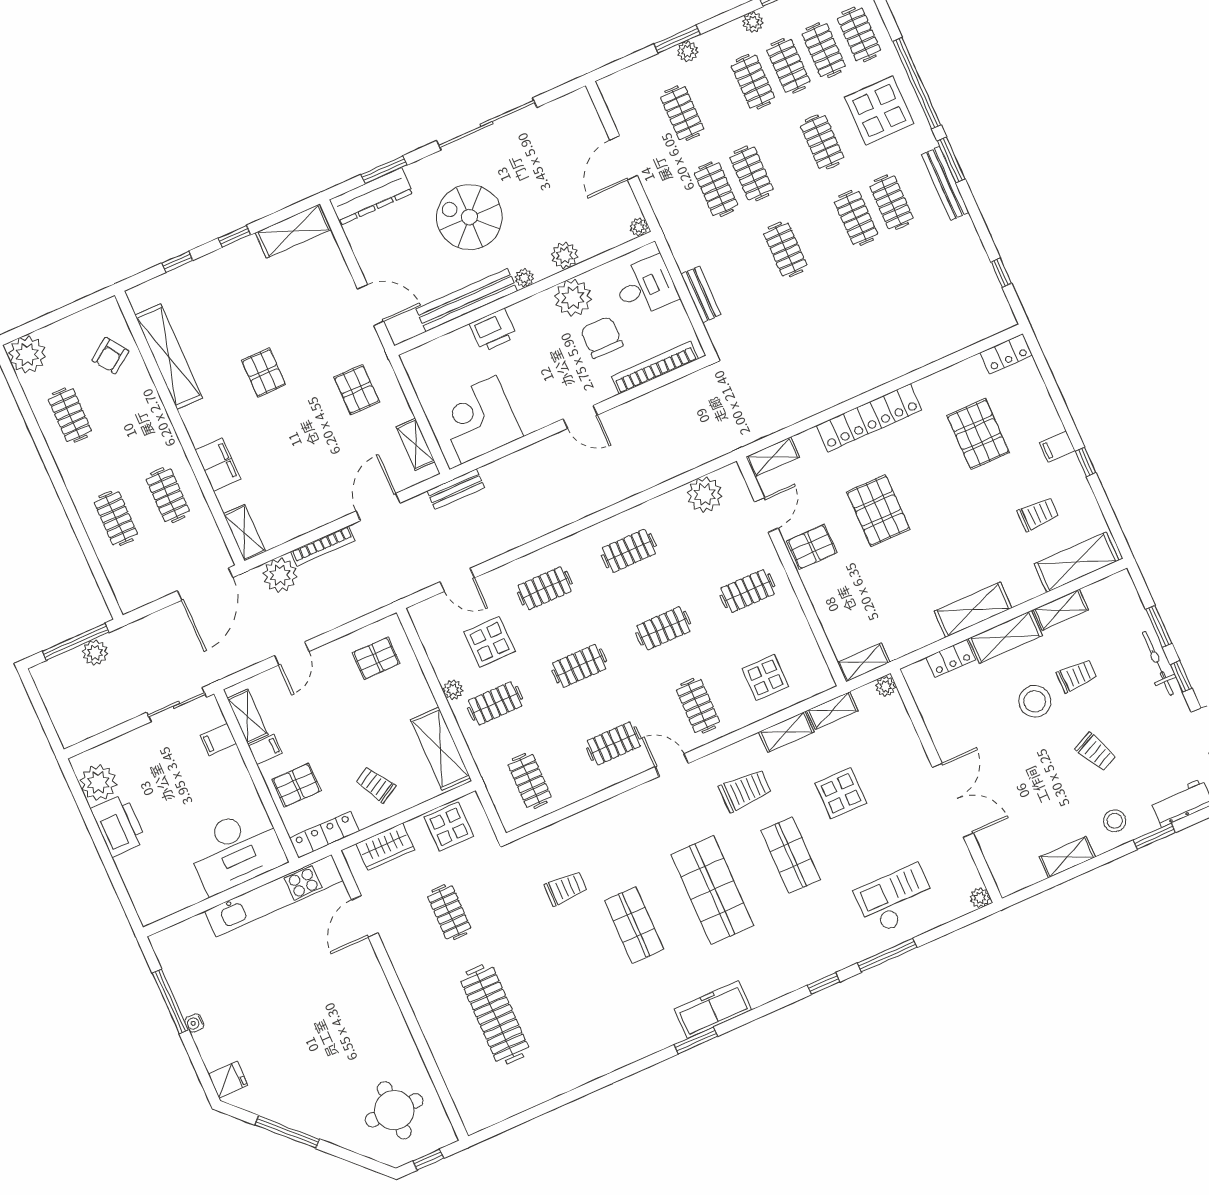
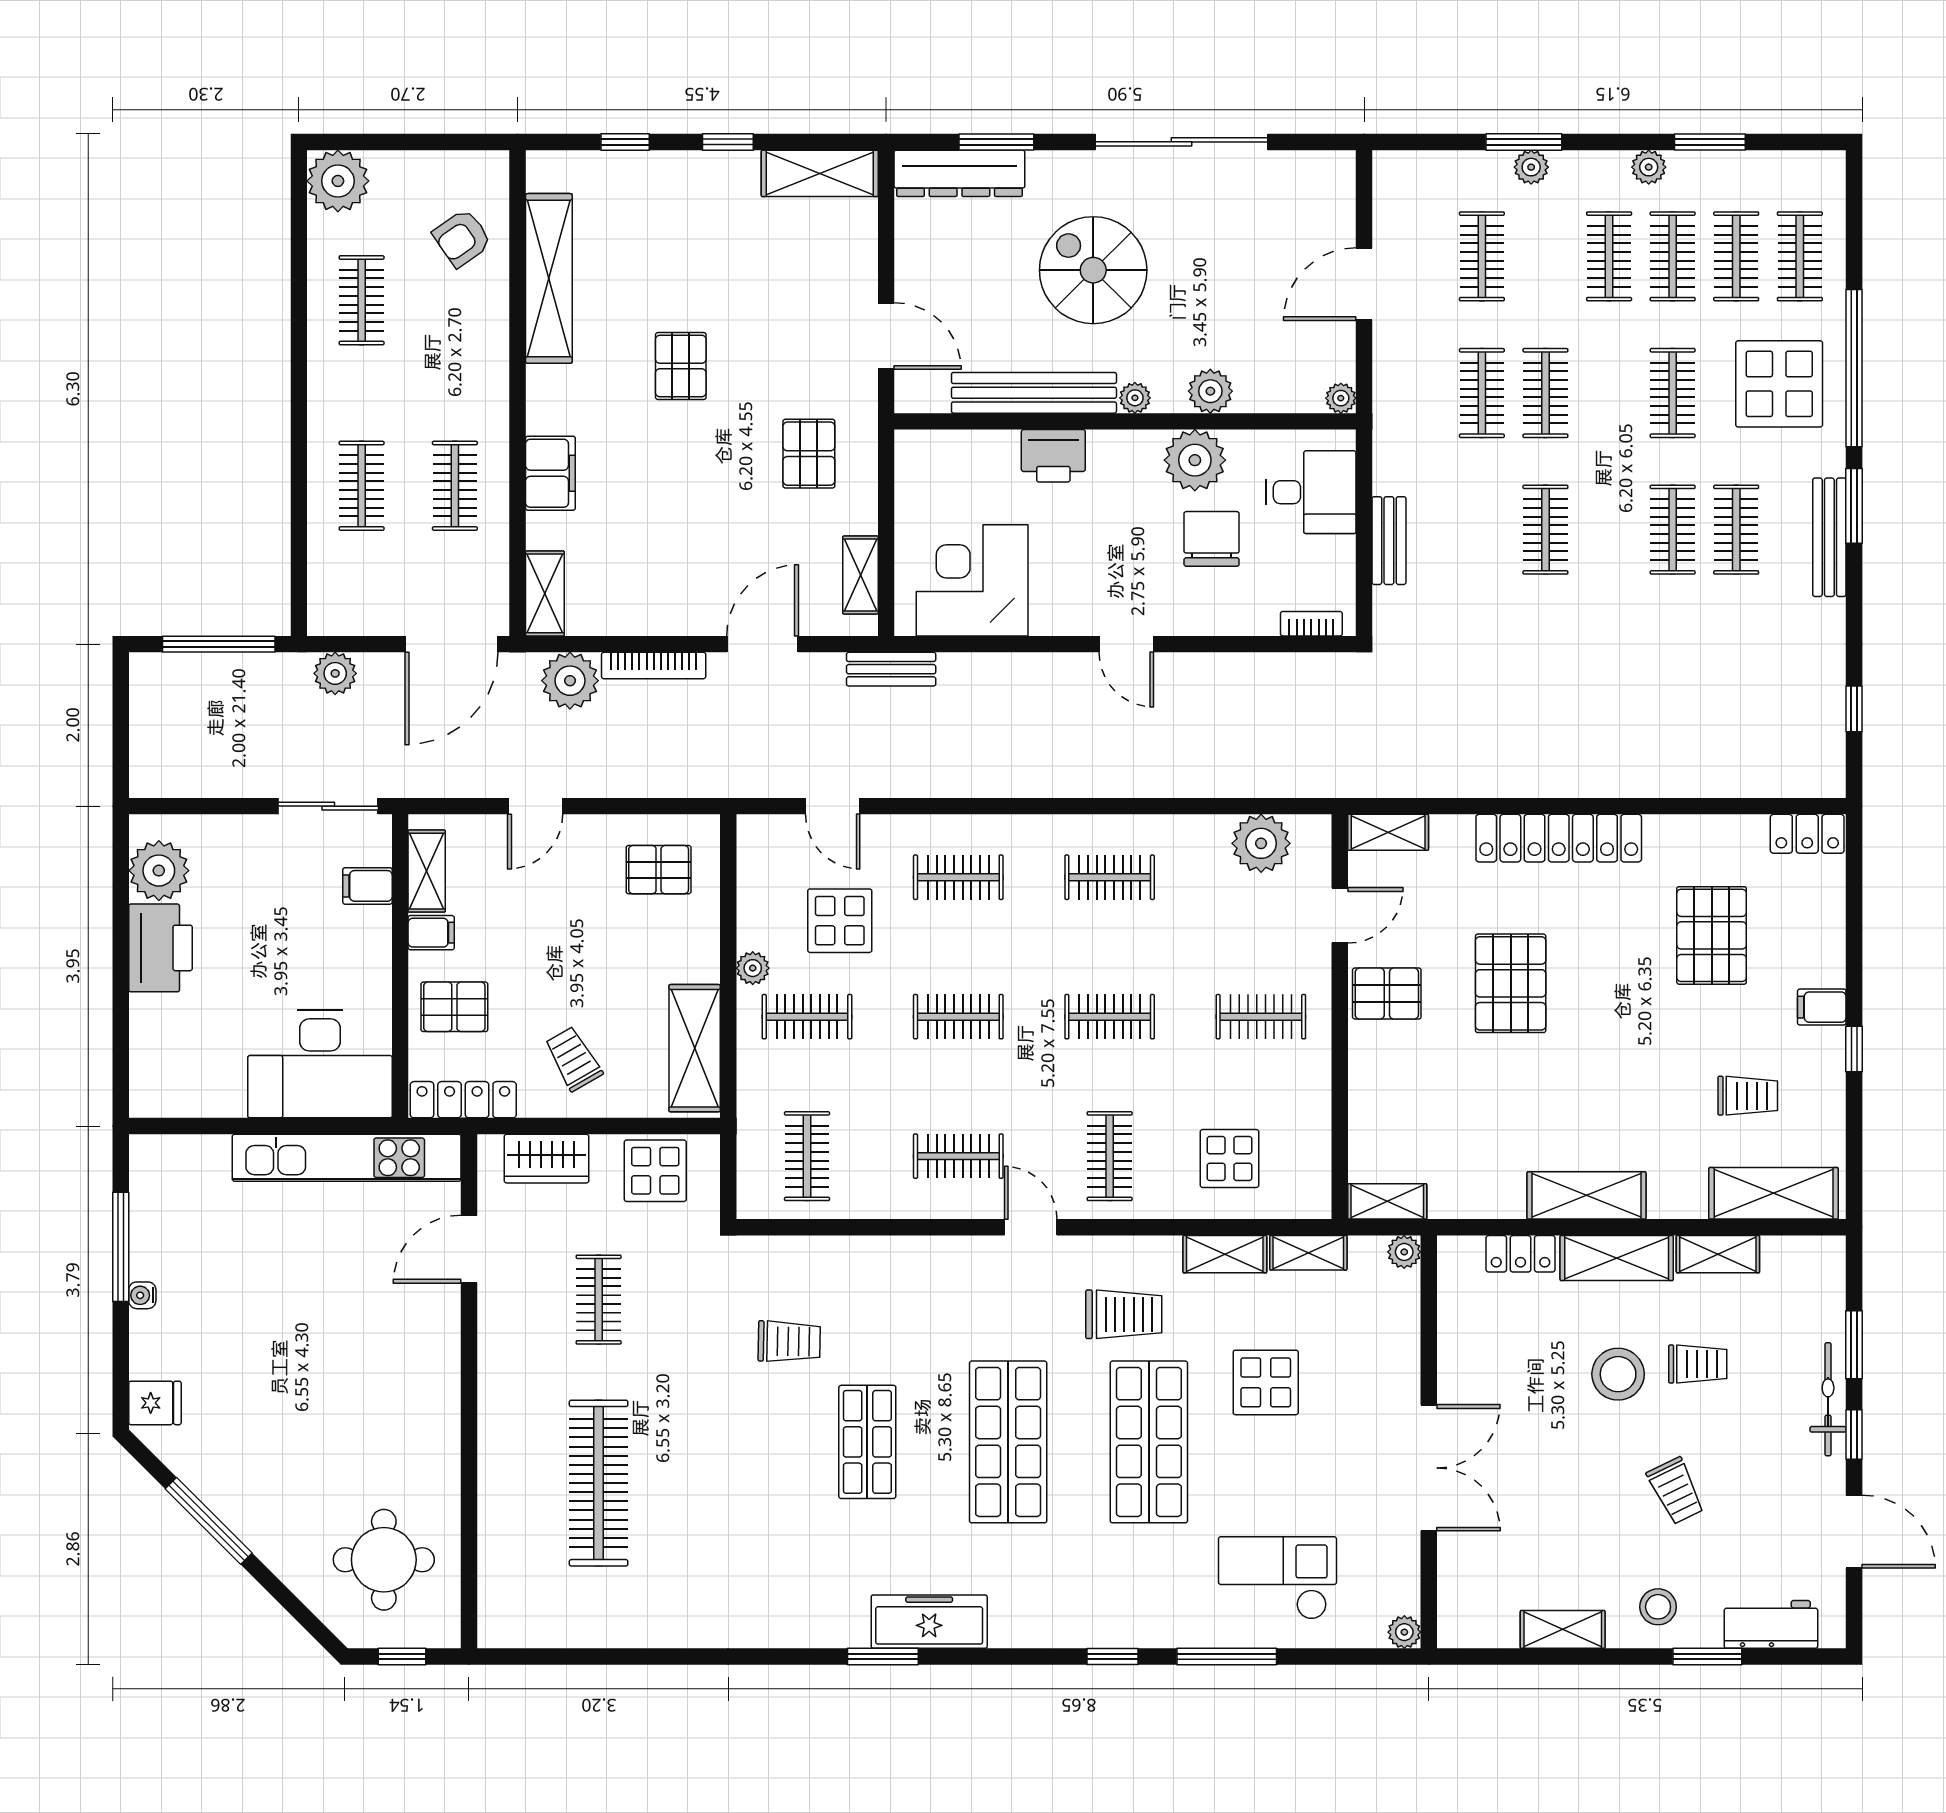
bookcase: (655, 368) -> (1311, 624), width x0.43, depth x0.76
plant: (95, 653) -> (335, 673), moved
shop shelf: (791, 855) -> (1149, 1442), width x1.43, depth x1.36

